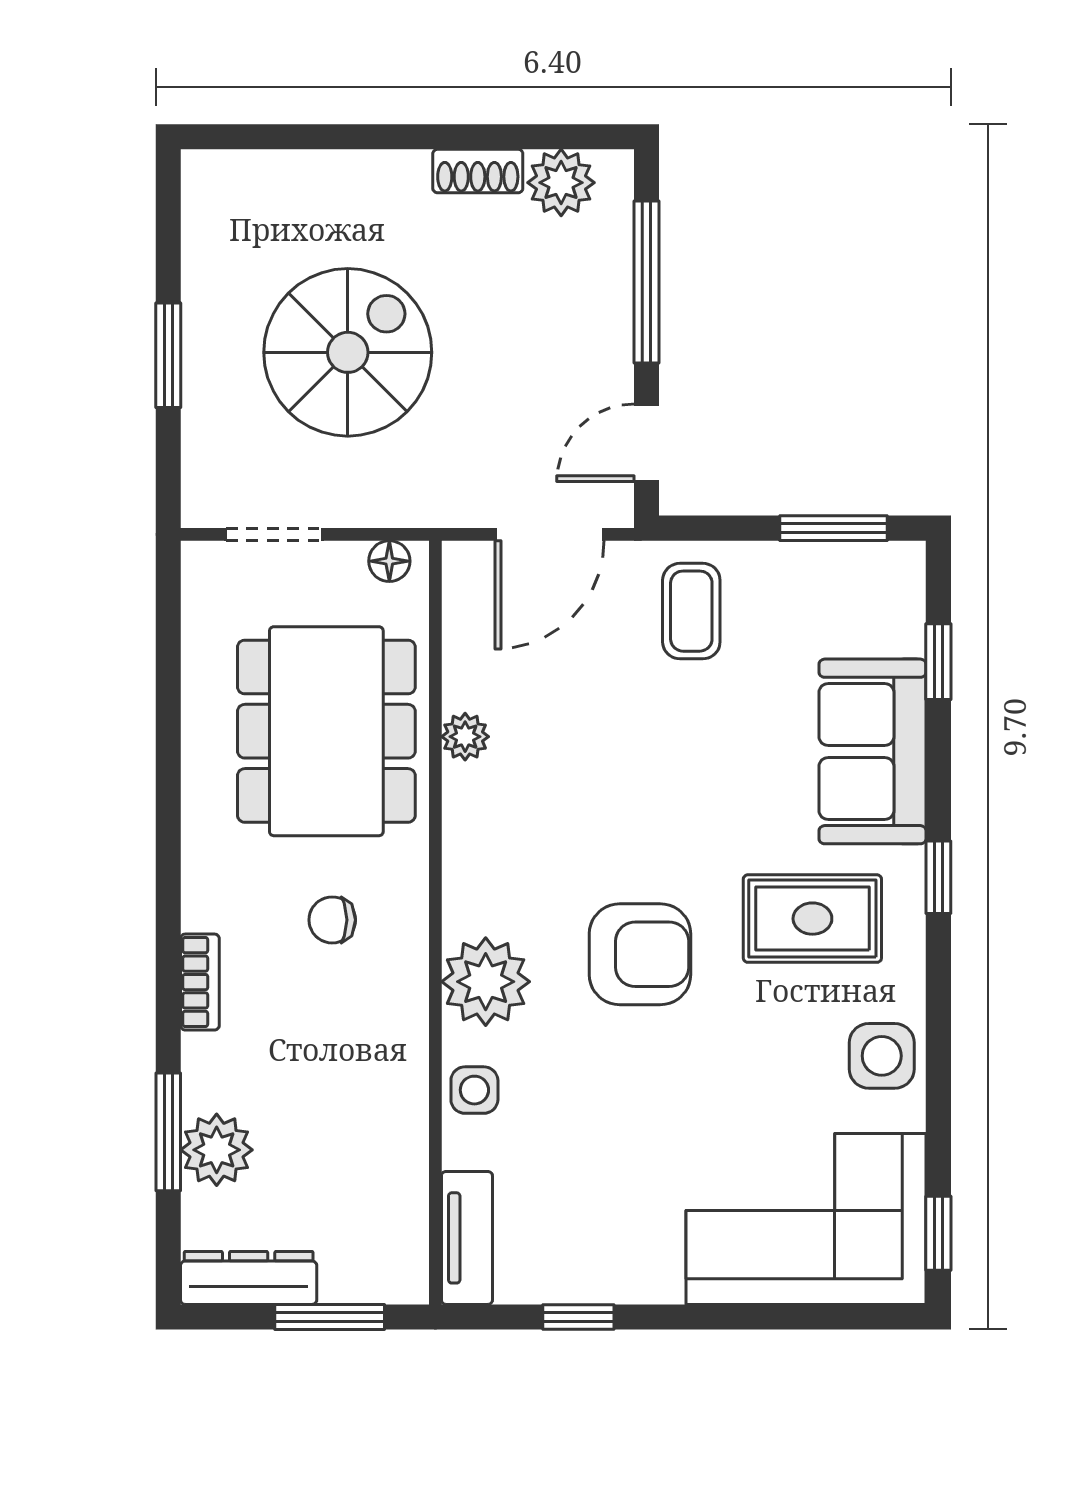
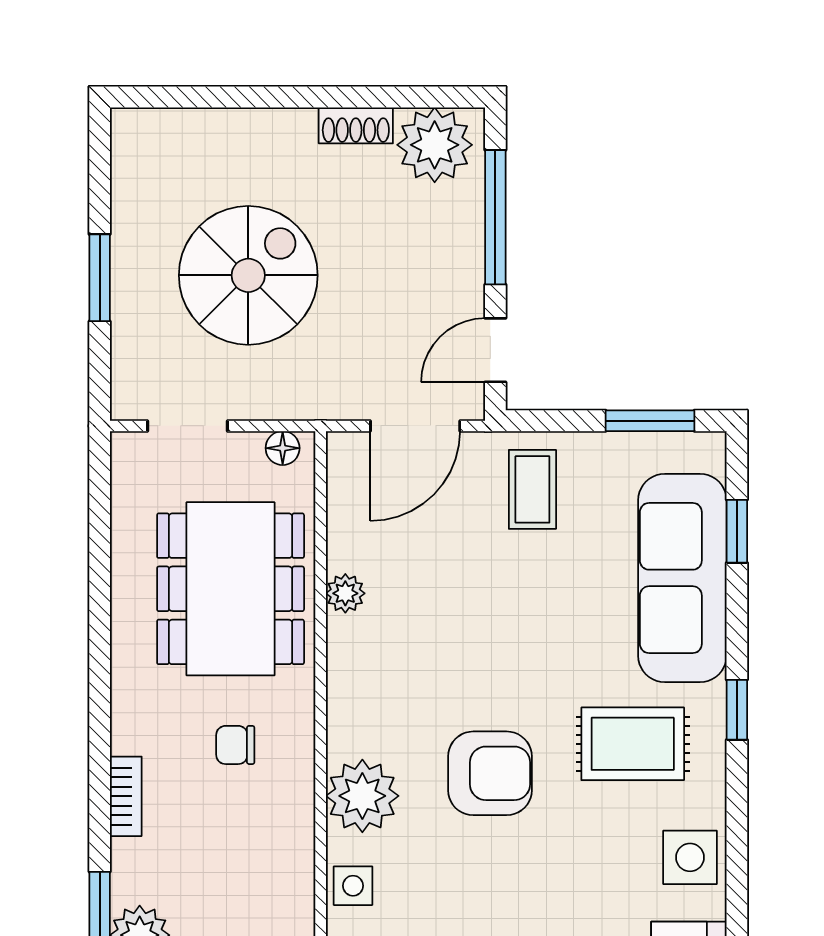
plant: (561, 183) -> (435, 145), width x1.36, depth x1.36
sofa: (873, 751) -> (682, 578), width x1.36

